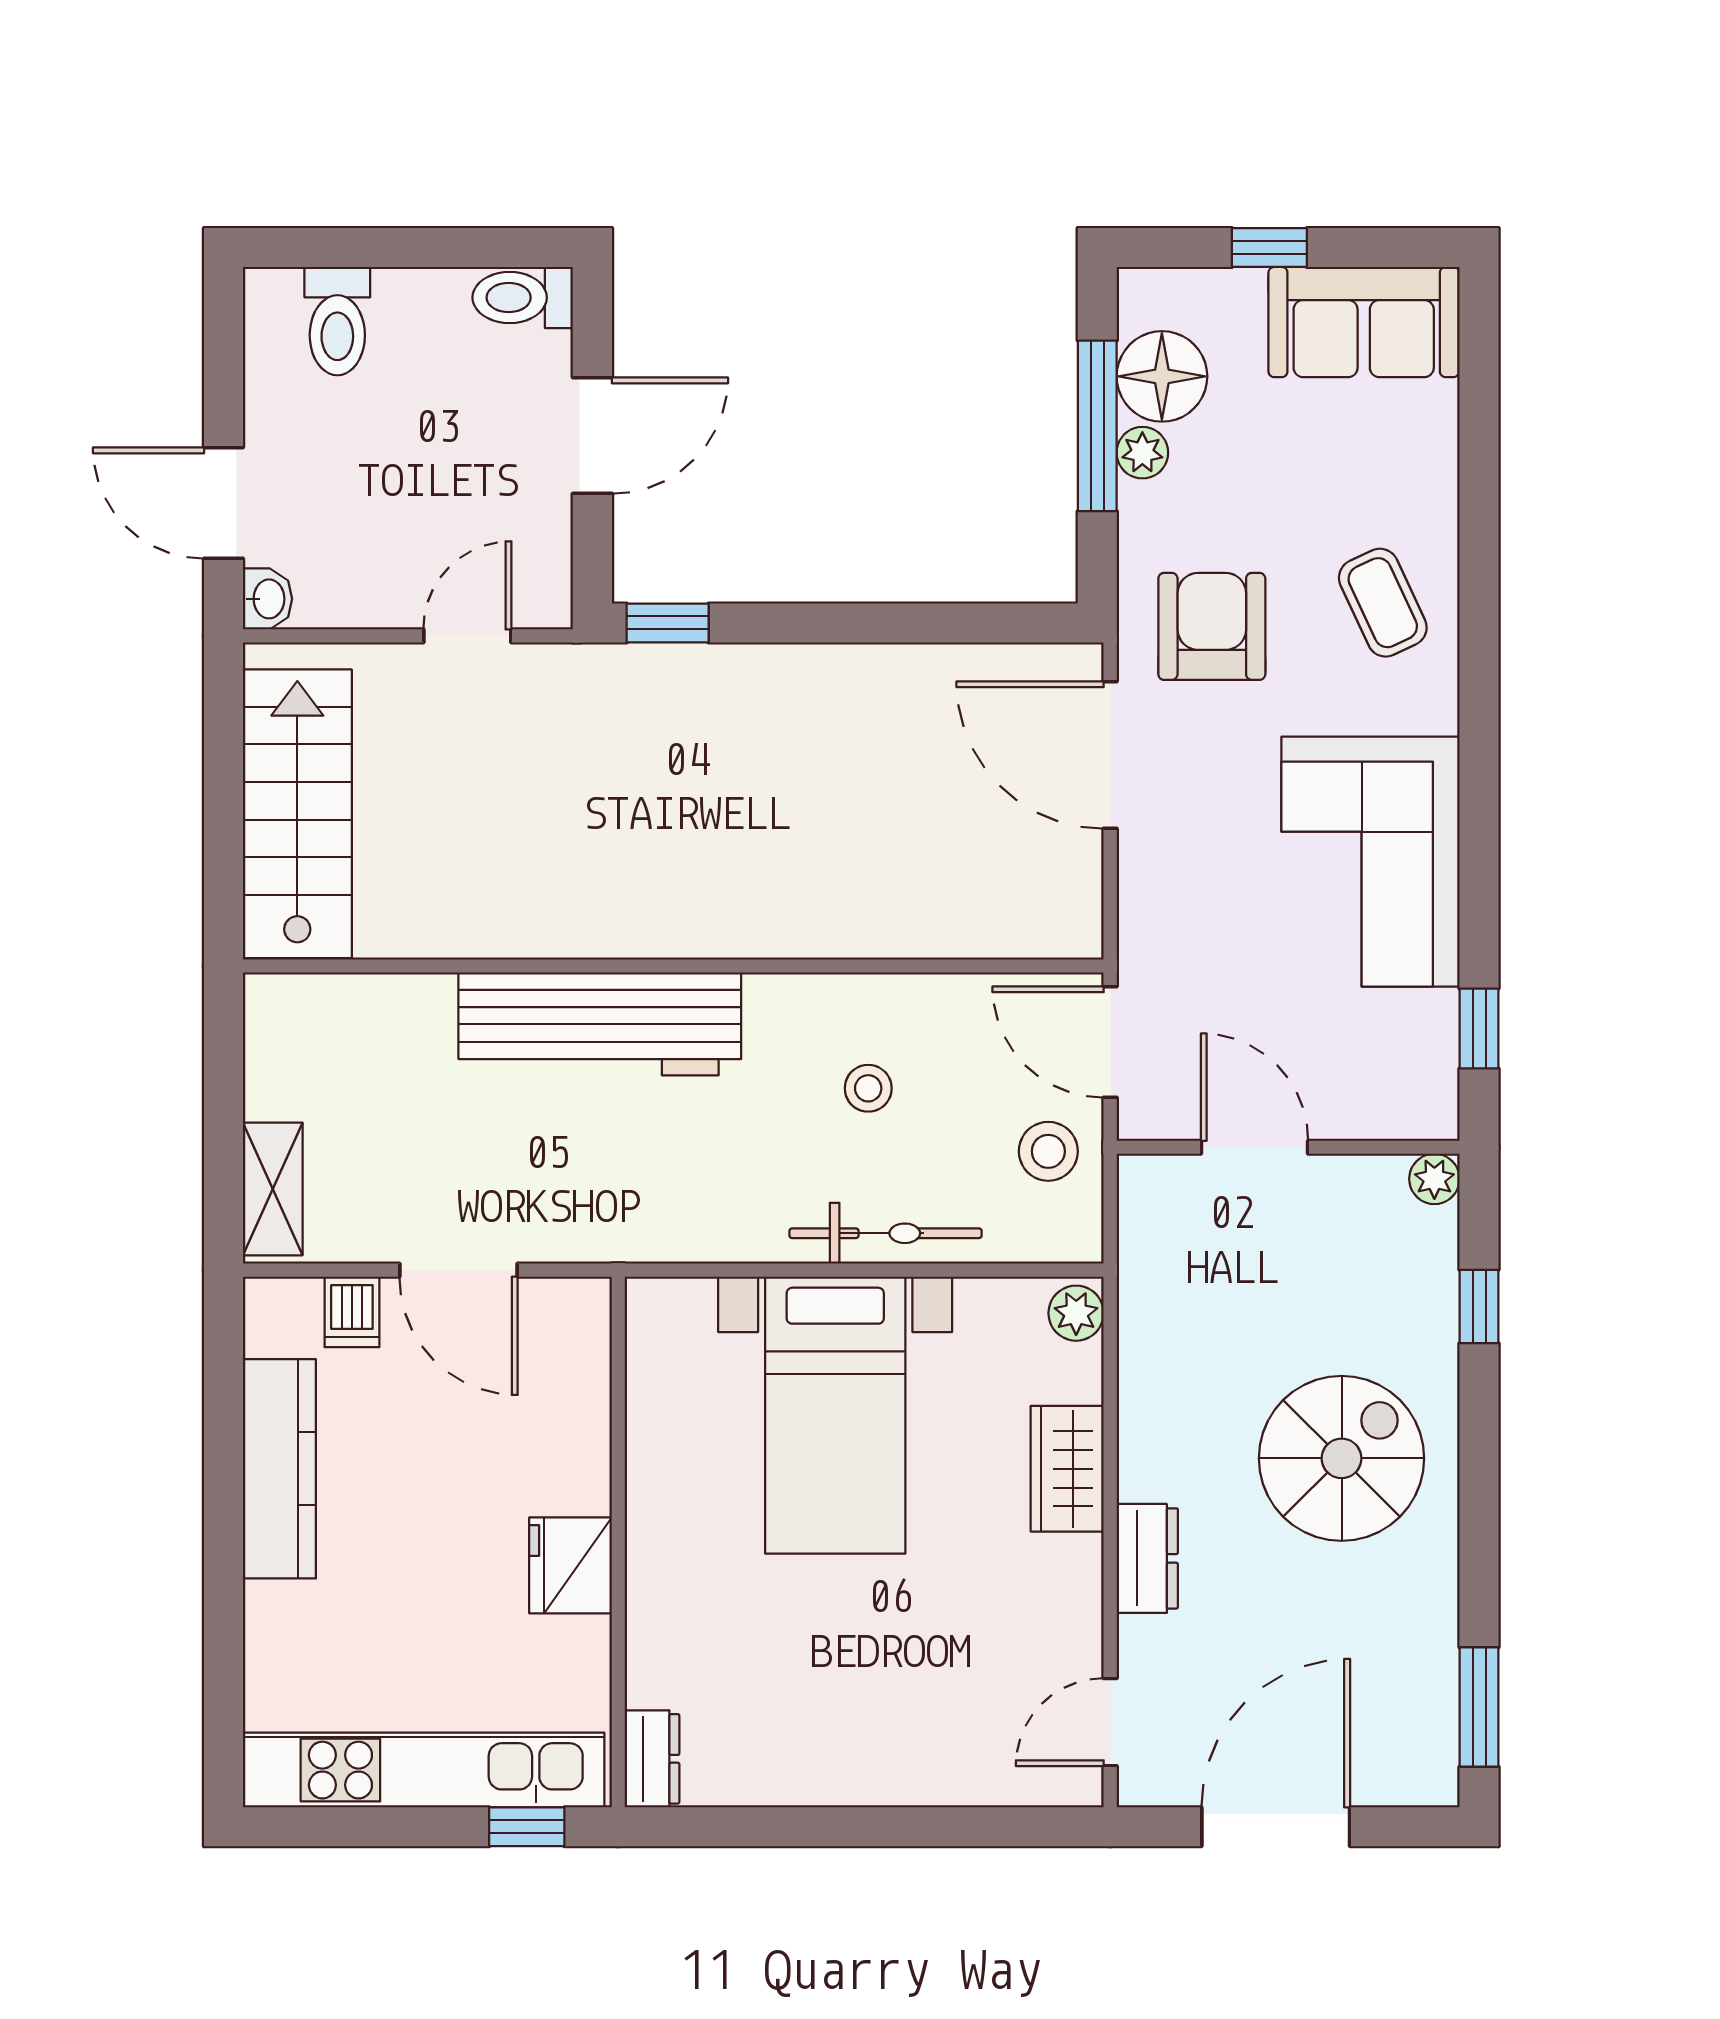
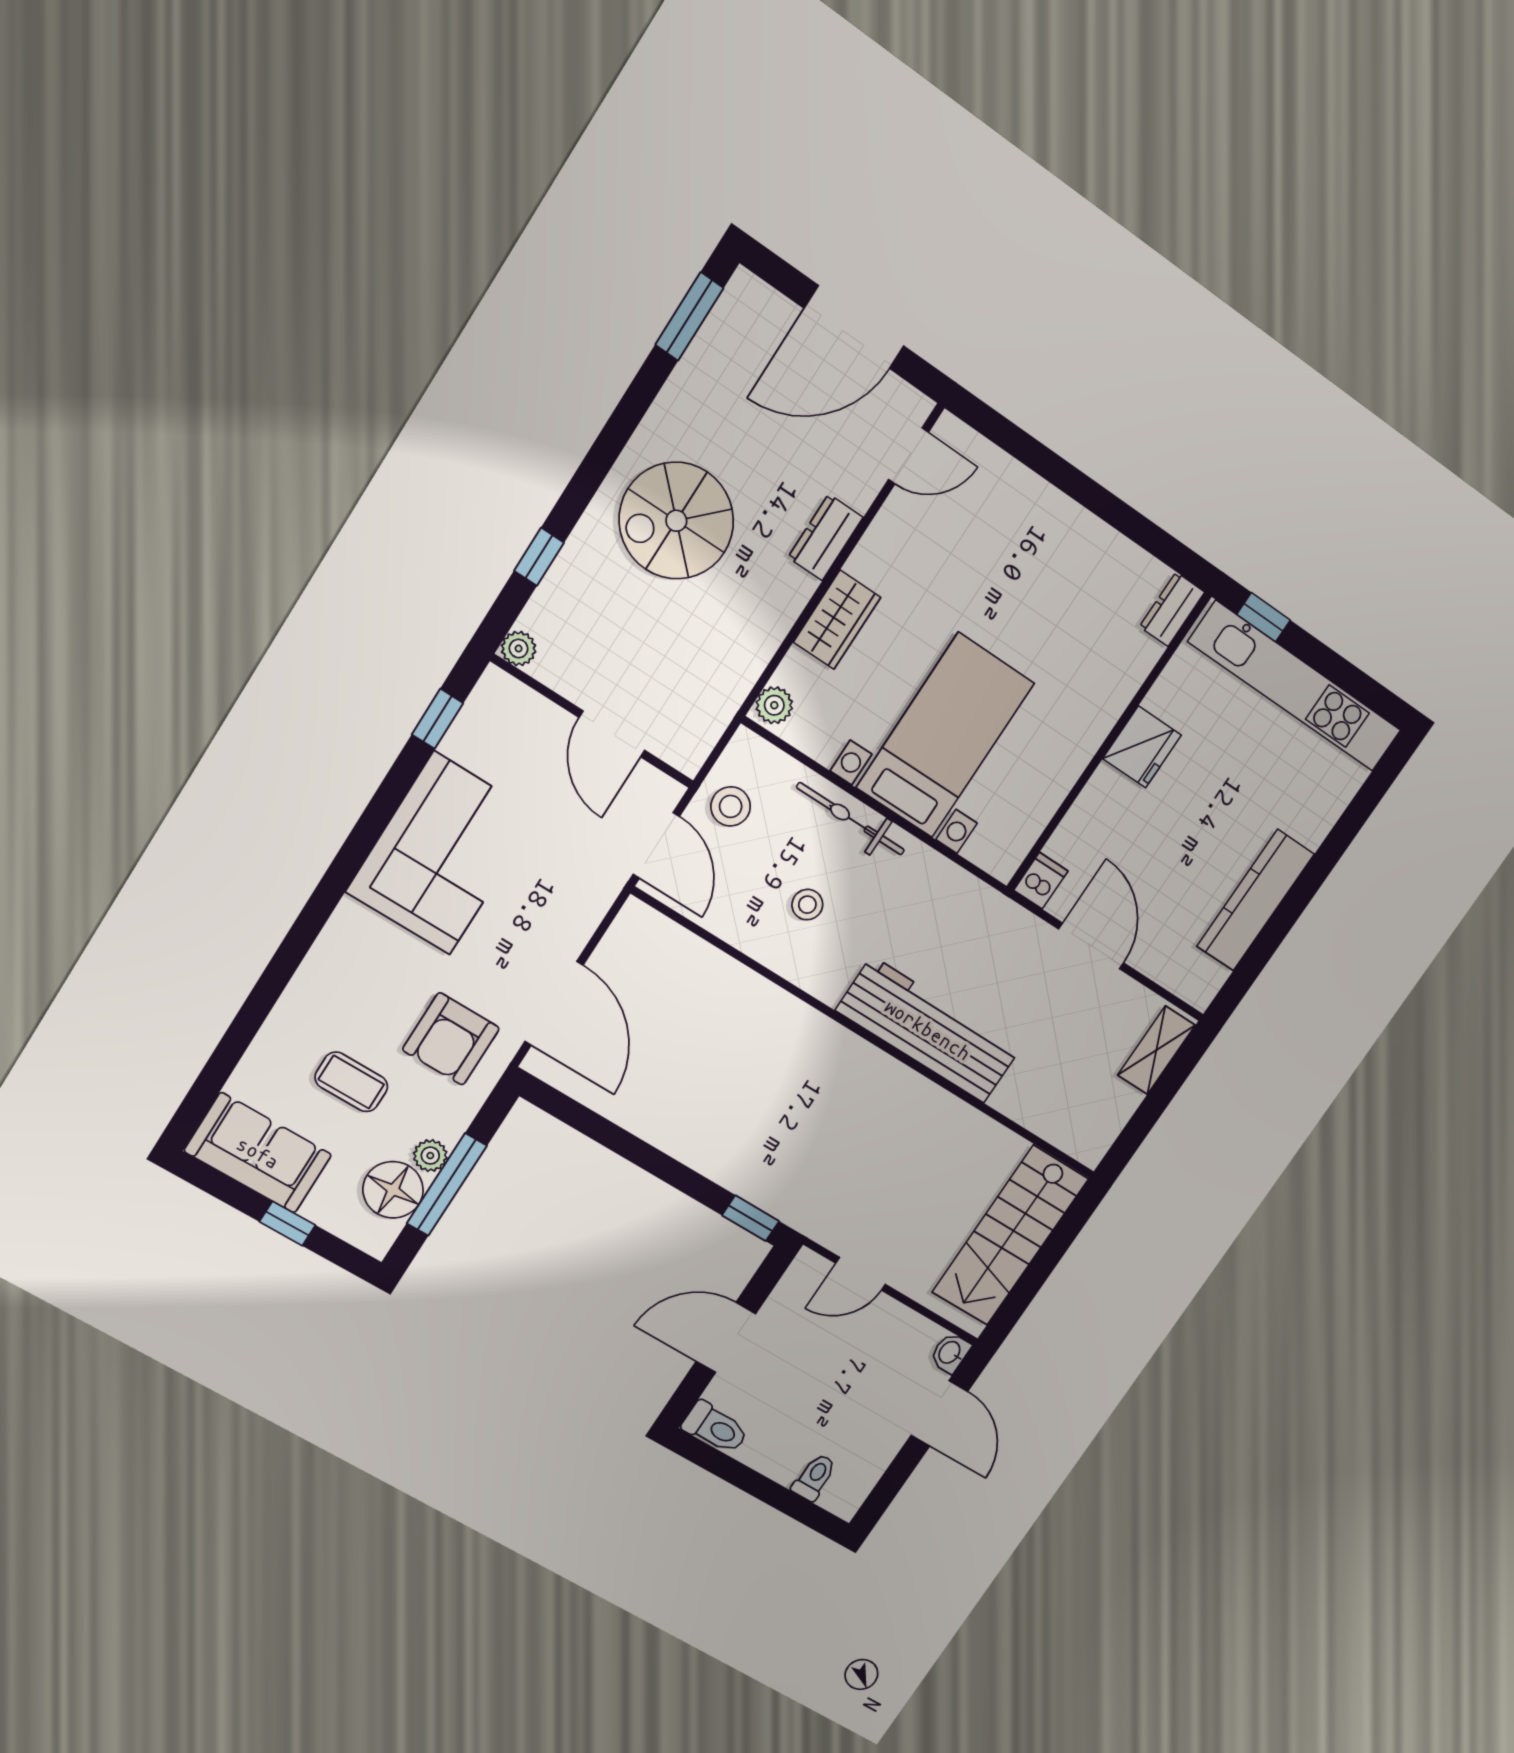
toilet: (337, 321) -> (814, 1477), width x0.73, depth x0.72
coffee table: (1383, 603) -> (351, 1082), moved, turned -65
dishwasher: (352, 1312) -> (1041, 881), moved

